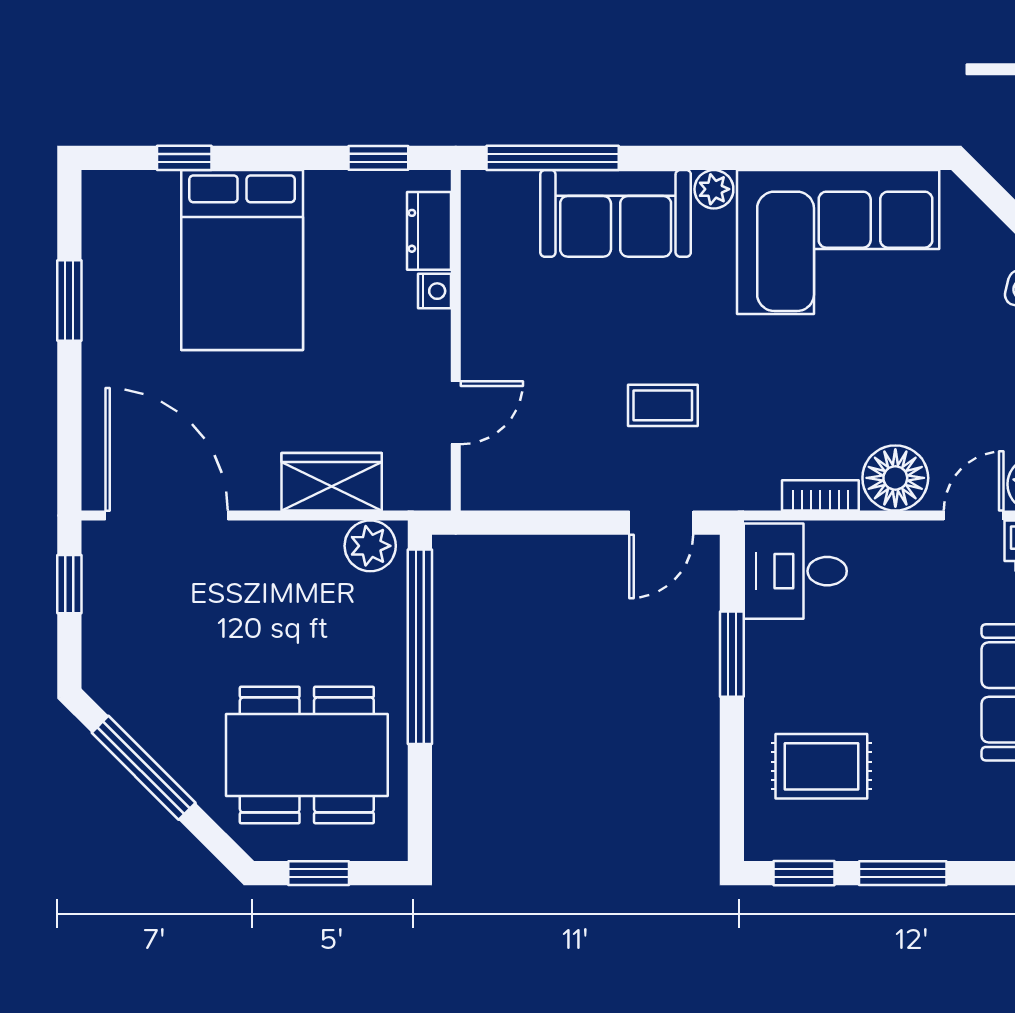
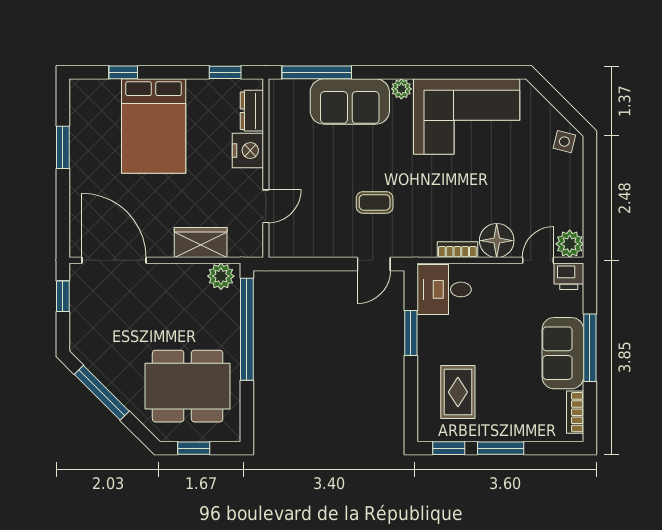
nightstand: (435, 291) -> (248, 150), width x1.89, depth x1.79
rug: (821, 766) -> (458, 392), turned 90

